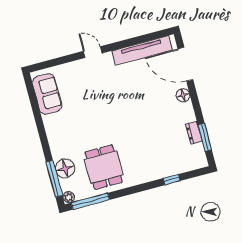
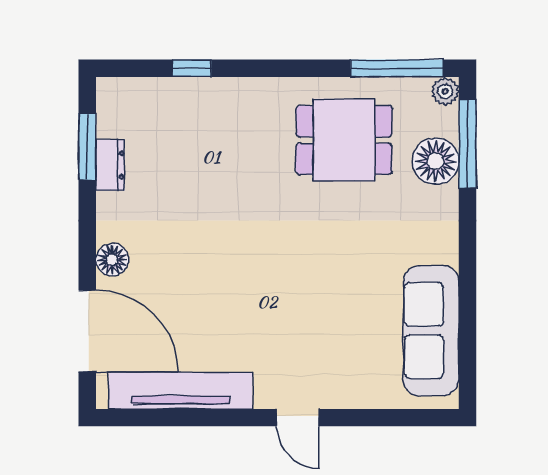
sofa: (47, 94) -> (431, 331), width x1.36
dining table: (104, 167) -> (344, 140), turned 90

